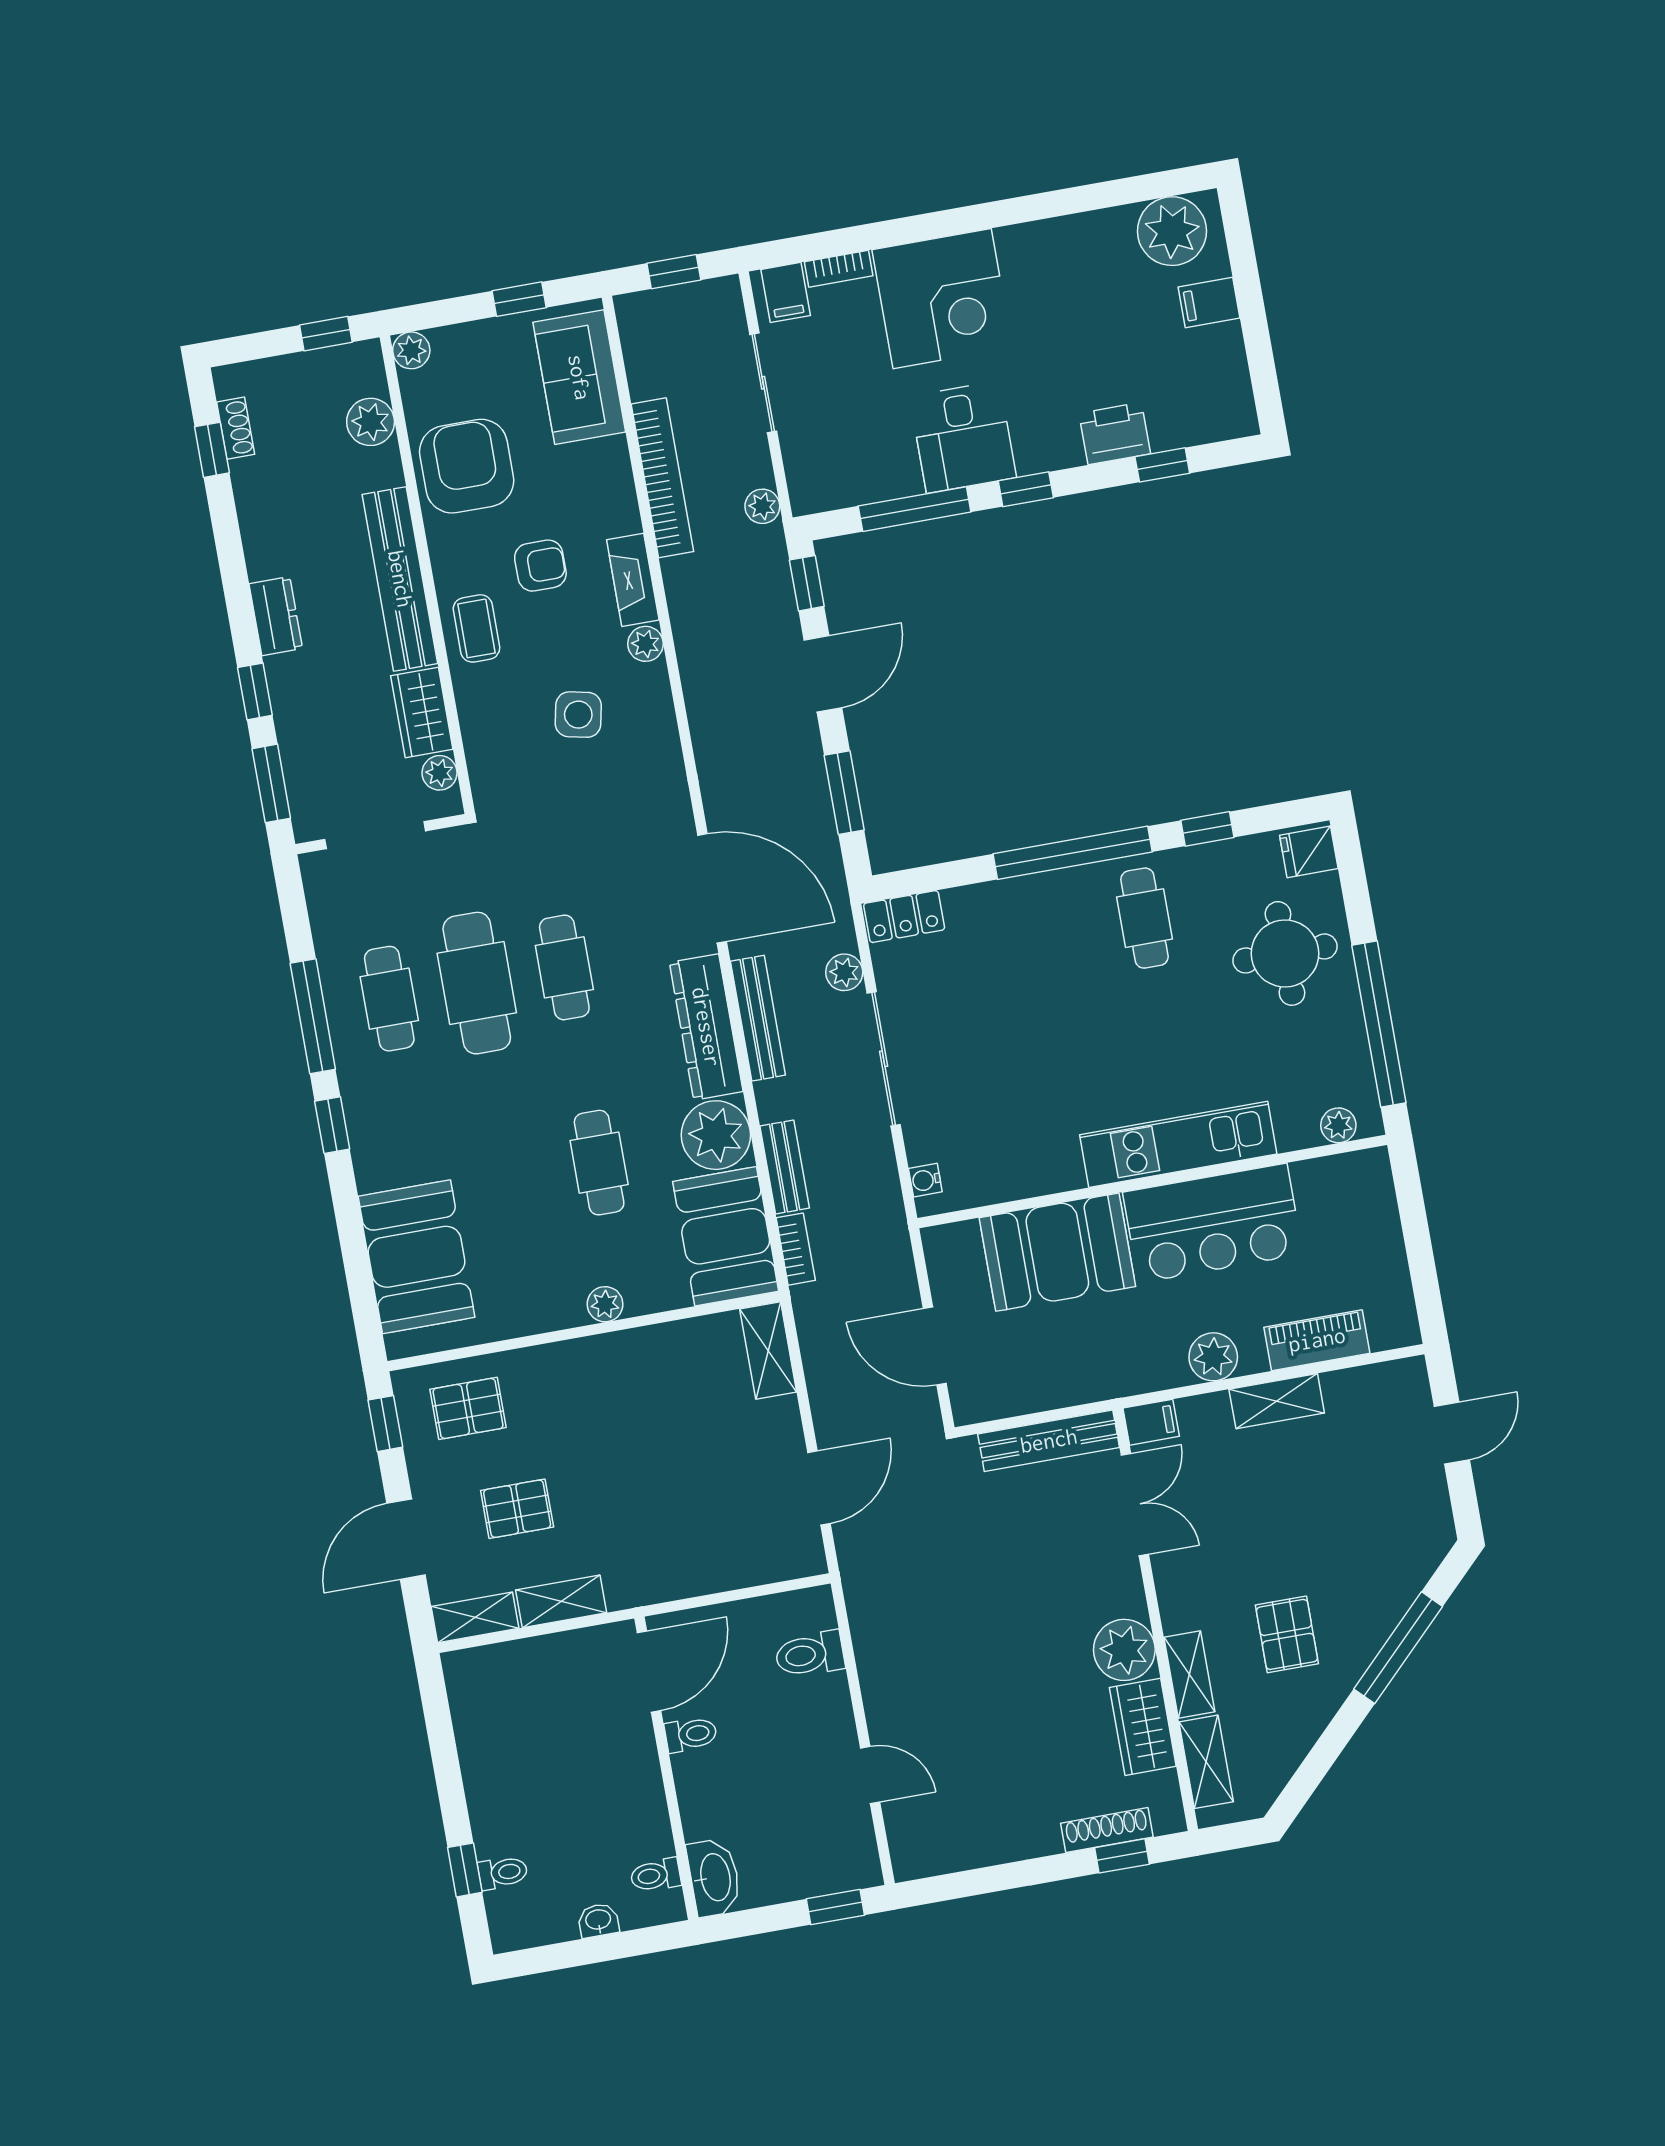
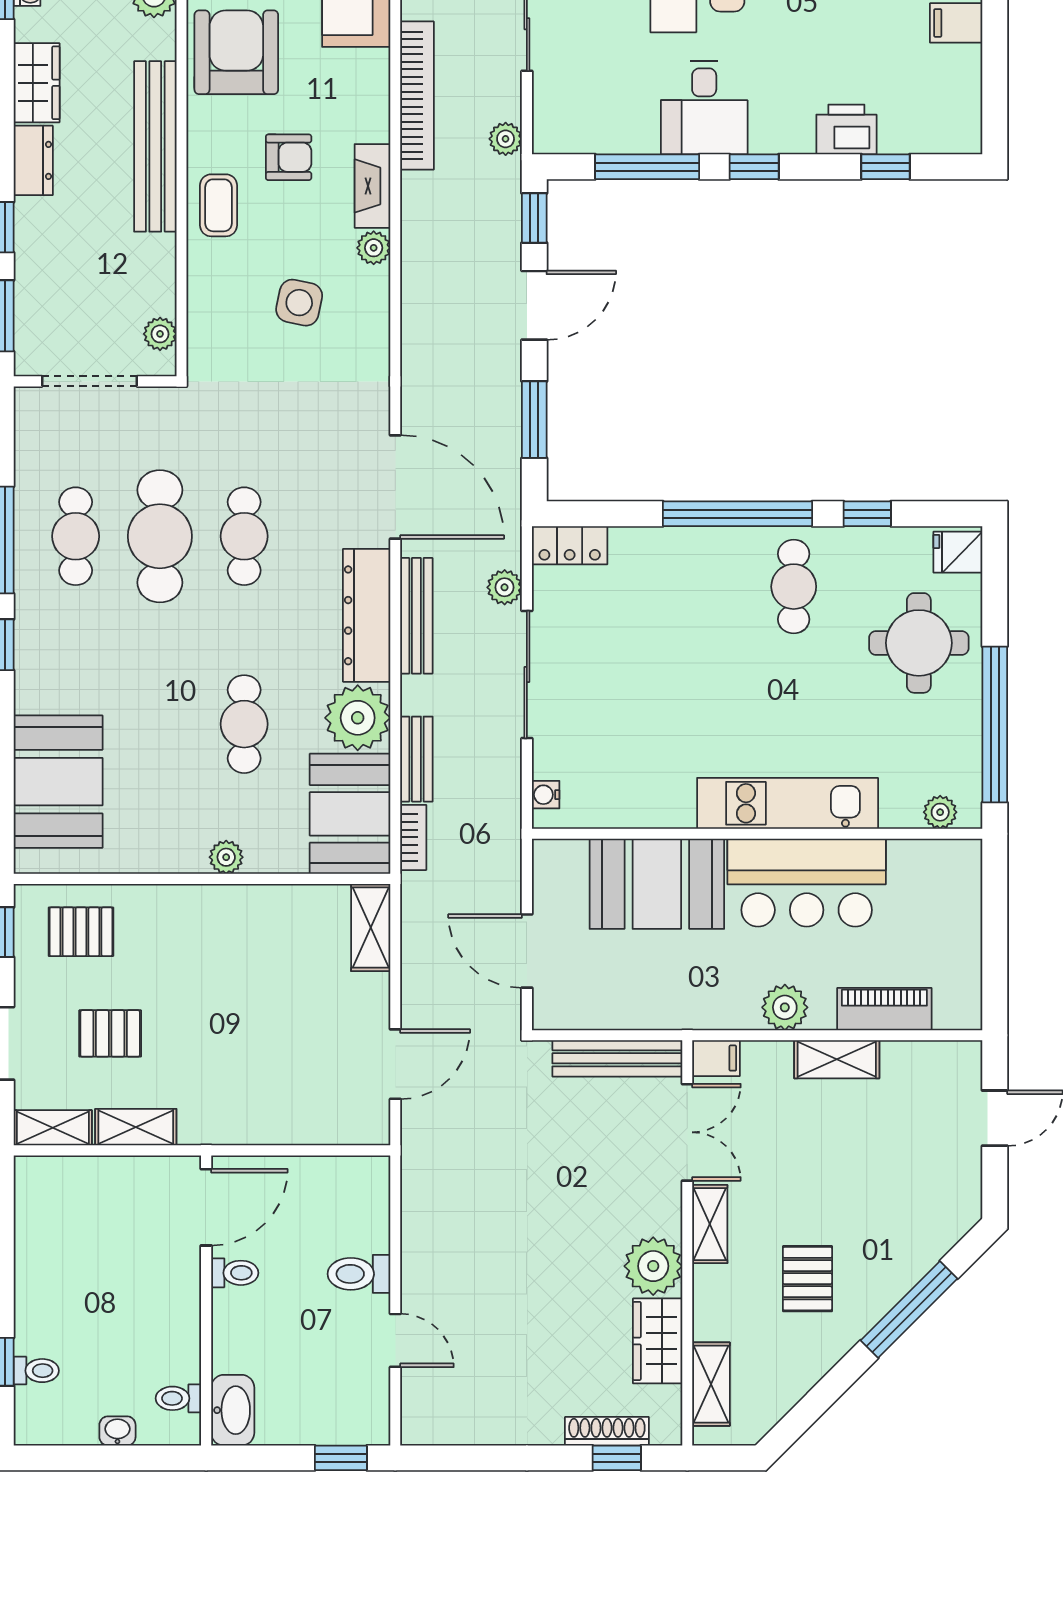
wardrobe: (422, 712) -> (37, 83), moved, turned 180
toilet: (810, 1654) -> (359, 1274), moved
shelving: (1189, 1675) -> (710, 1224), moved

